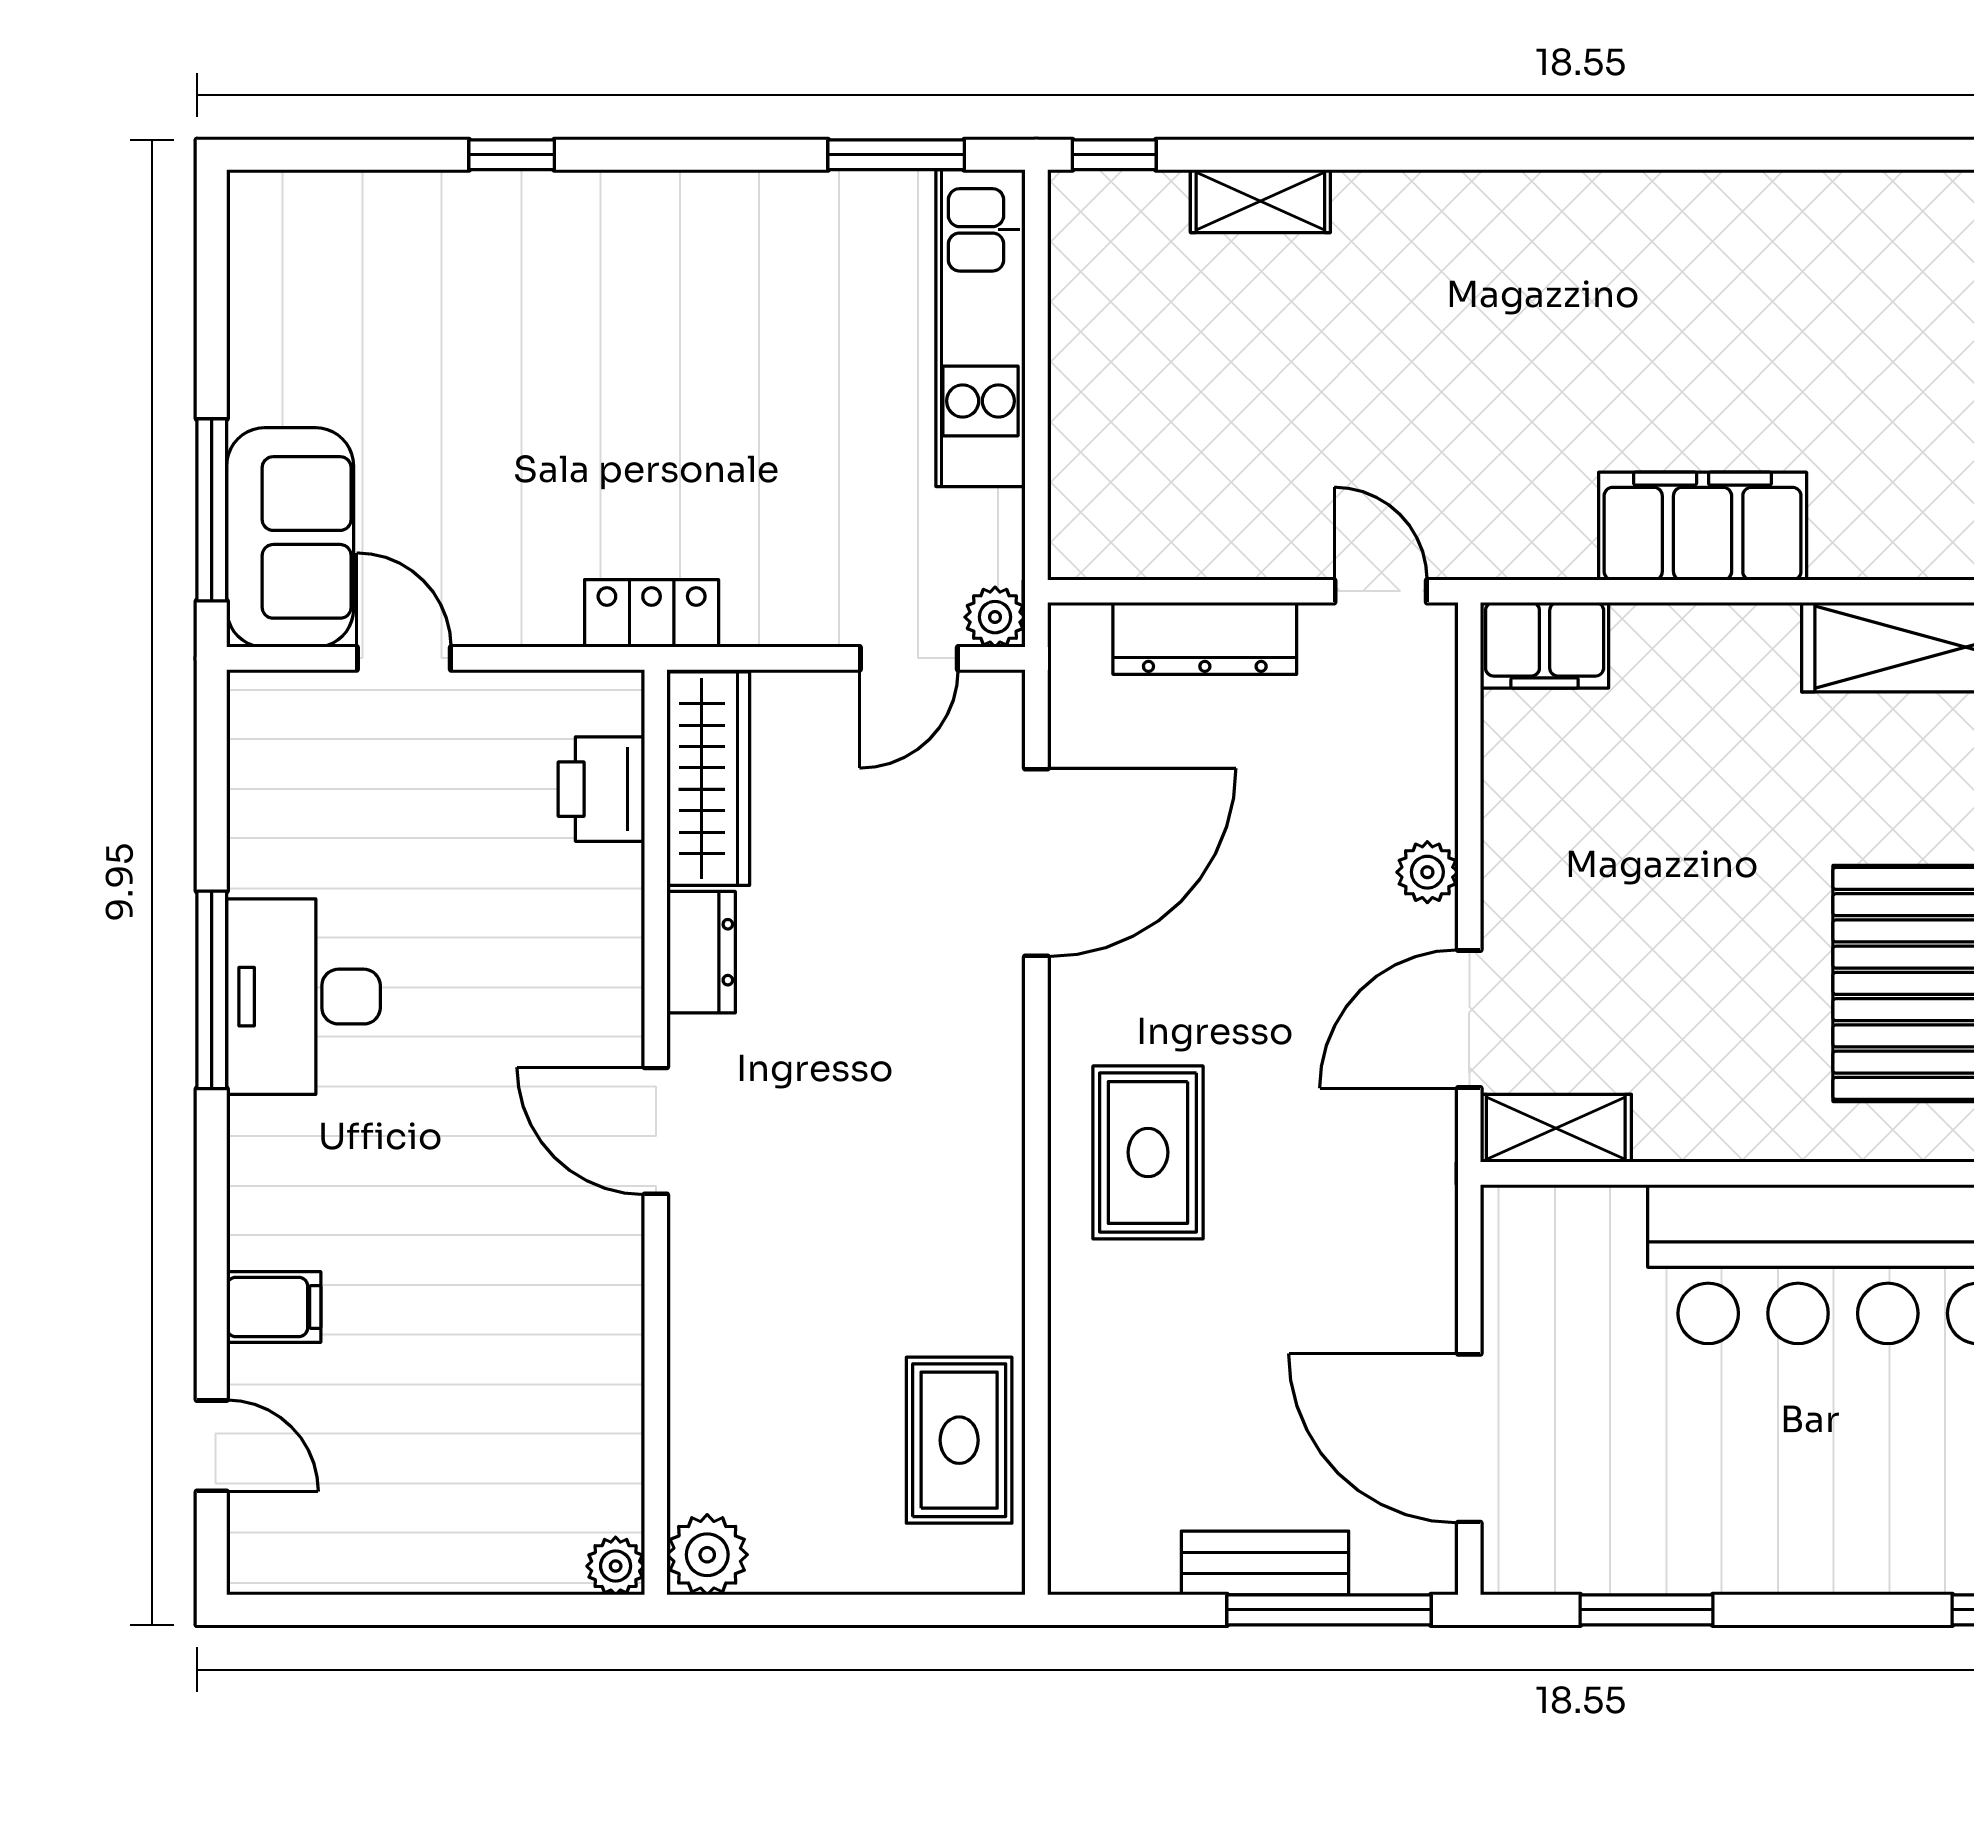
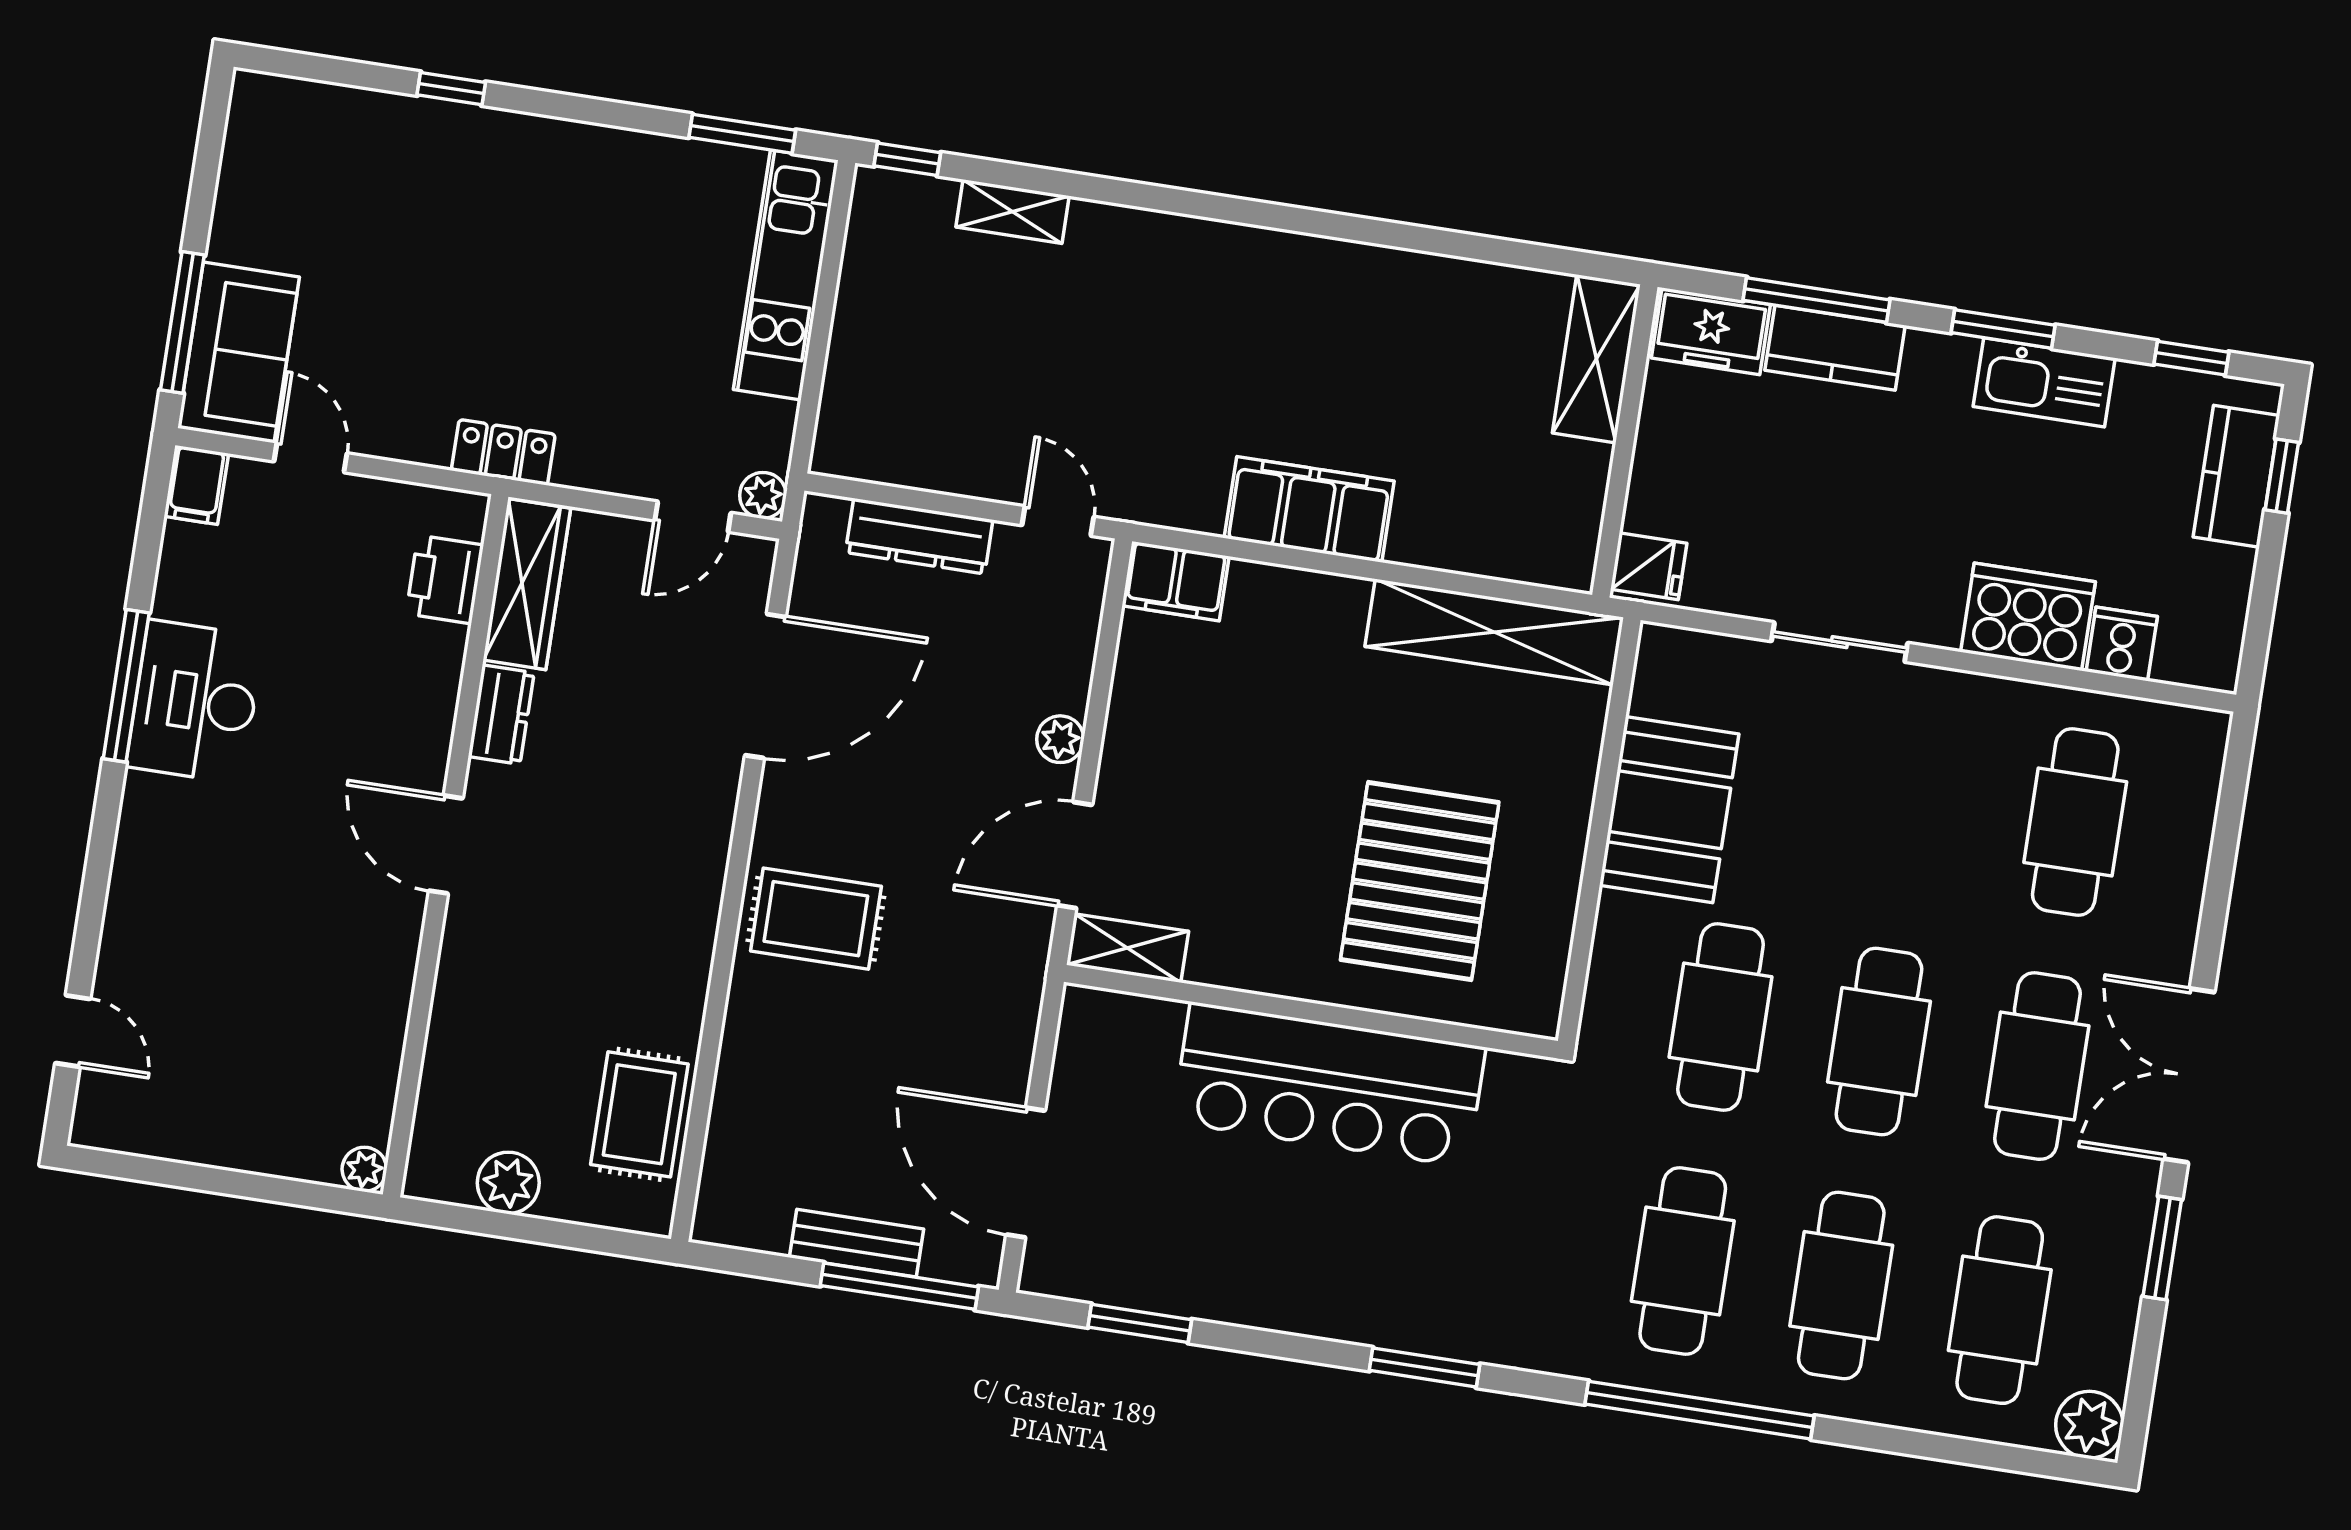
rug: (1148, 1152) -> (816, 919), turned 90
filing cabinet: (274, 1307) -> (196, 485), moved, turned 90
plant: (707, 1555) -> (508, 1183), moved

